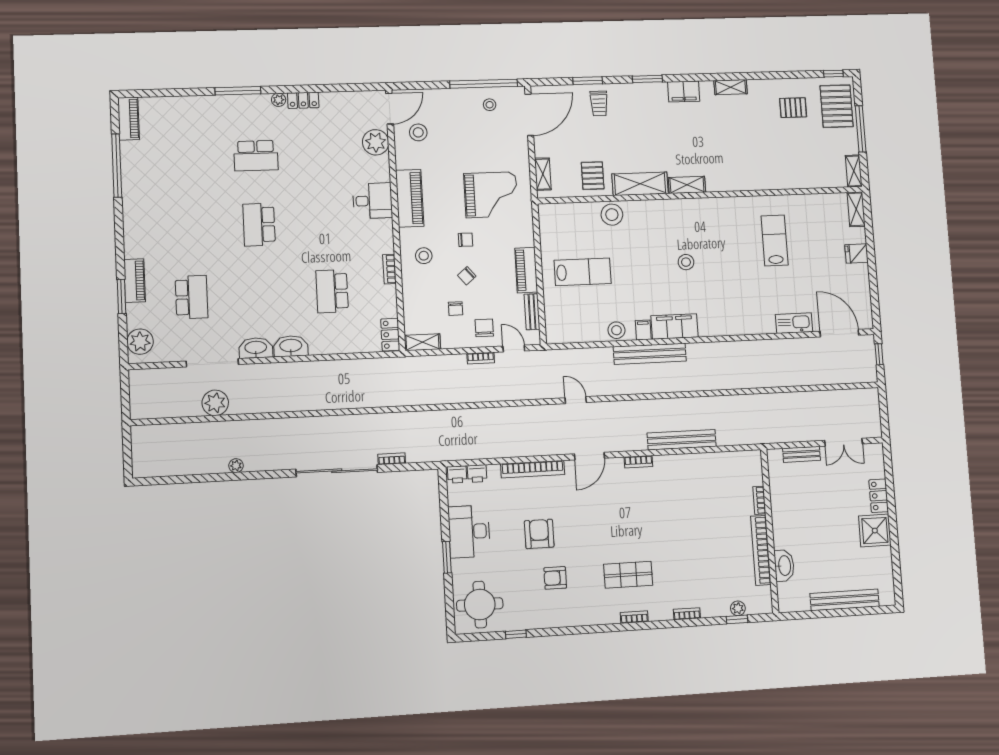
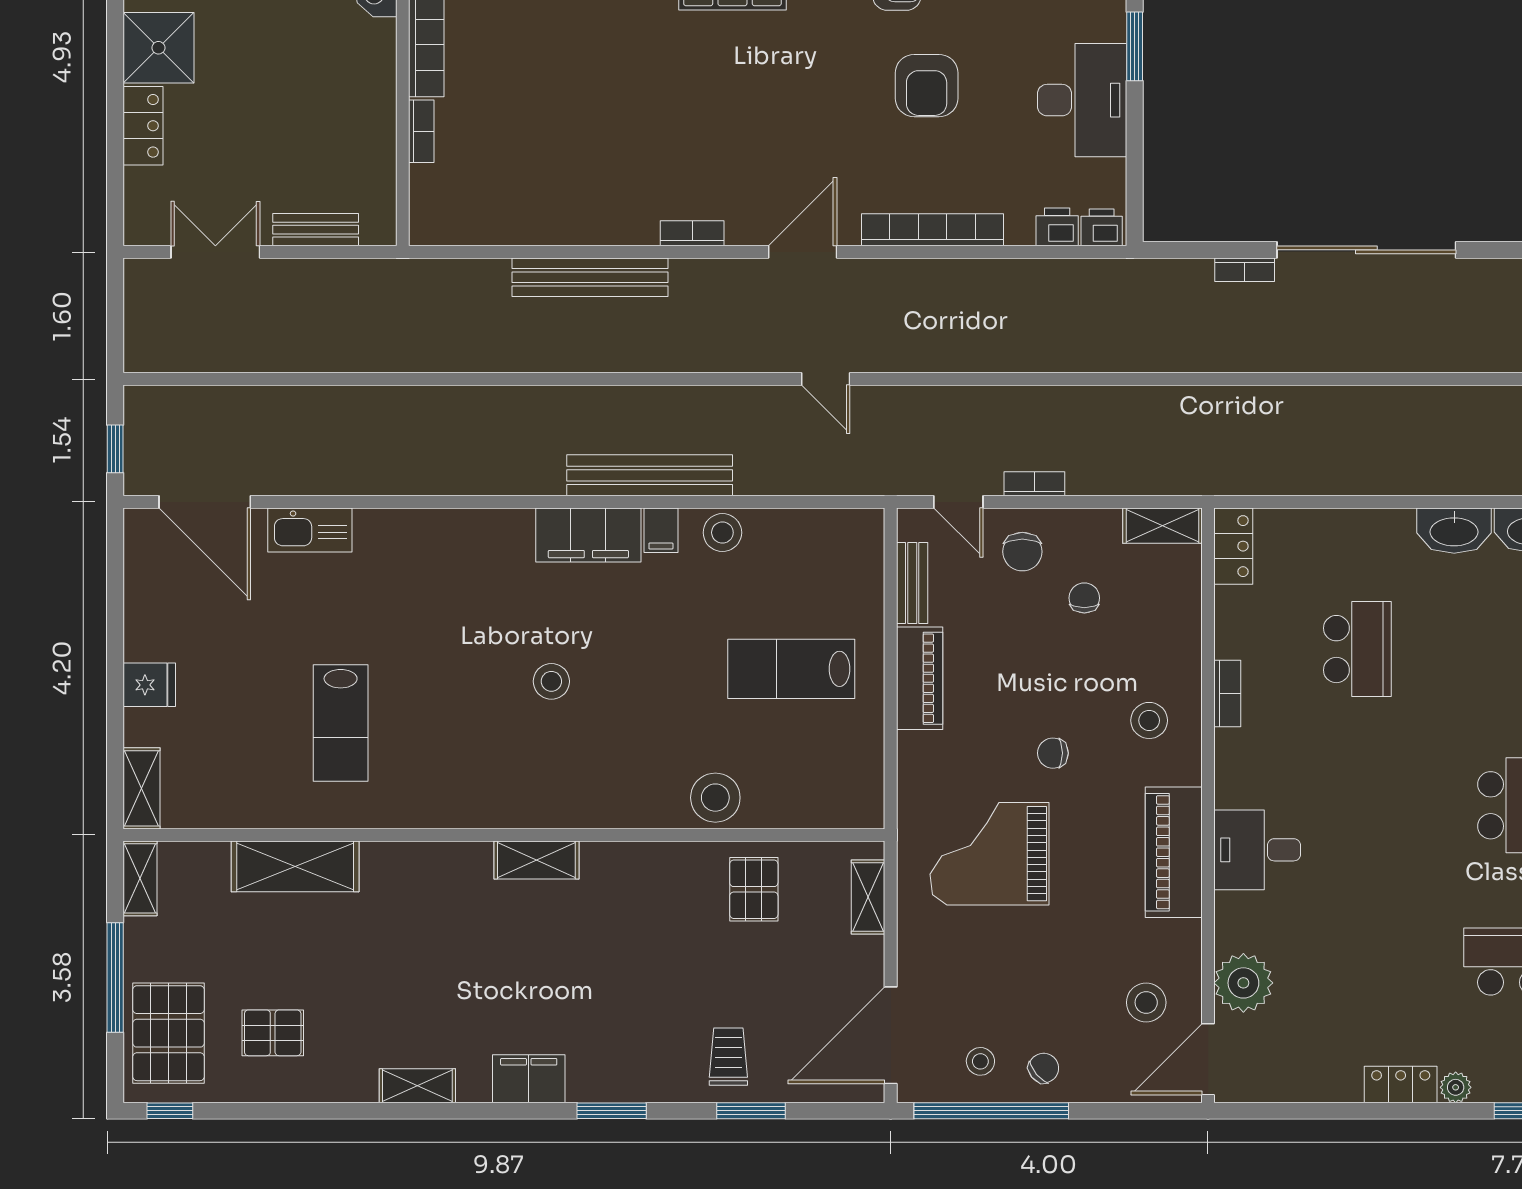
shelving: (640, 184) -> (295, 866), moved
chair: (467, 276) -> (1044, 1068), moved

